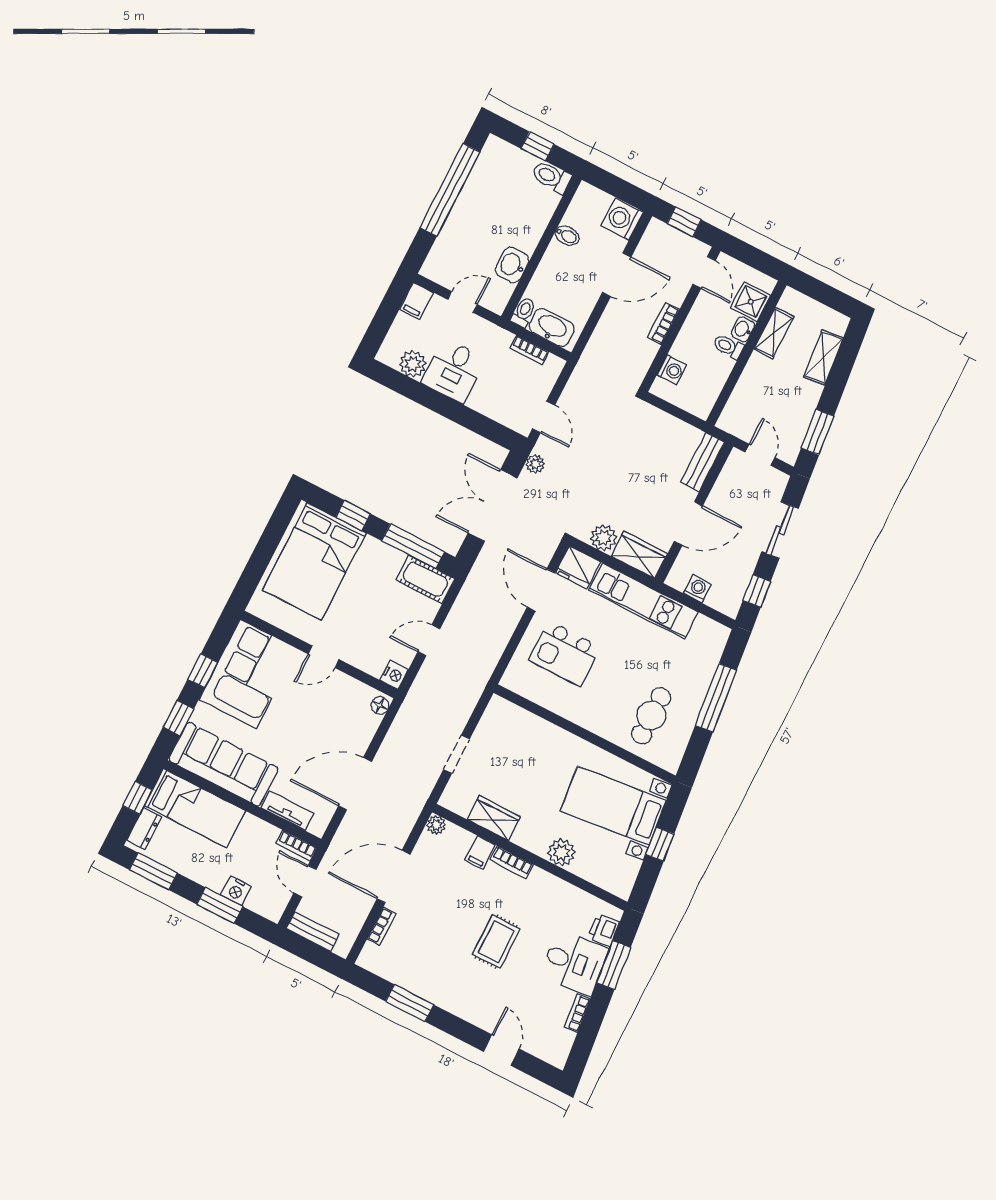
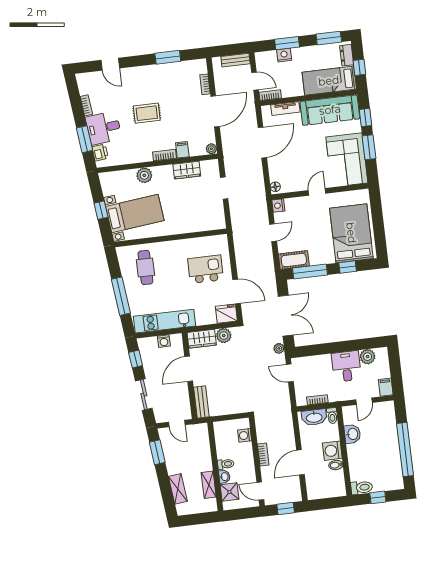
washing machine: (622, 219) -> (332, 451), moved, turned 180
kitchen unit: (644, 601) -> (164, 321), moved
window: (203, 671) -> (369, 147), width x1.50
rug: (496, 942) -> (147, 113), turned 90

